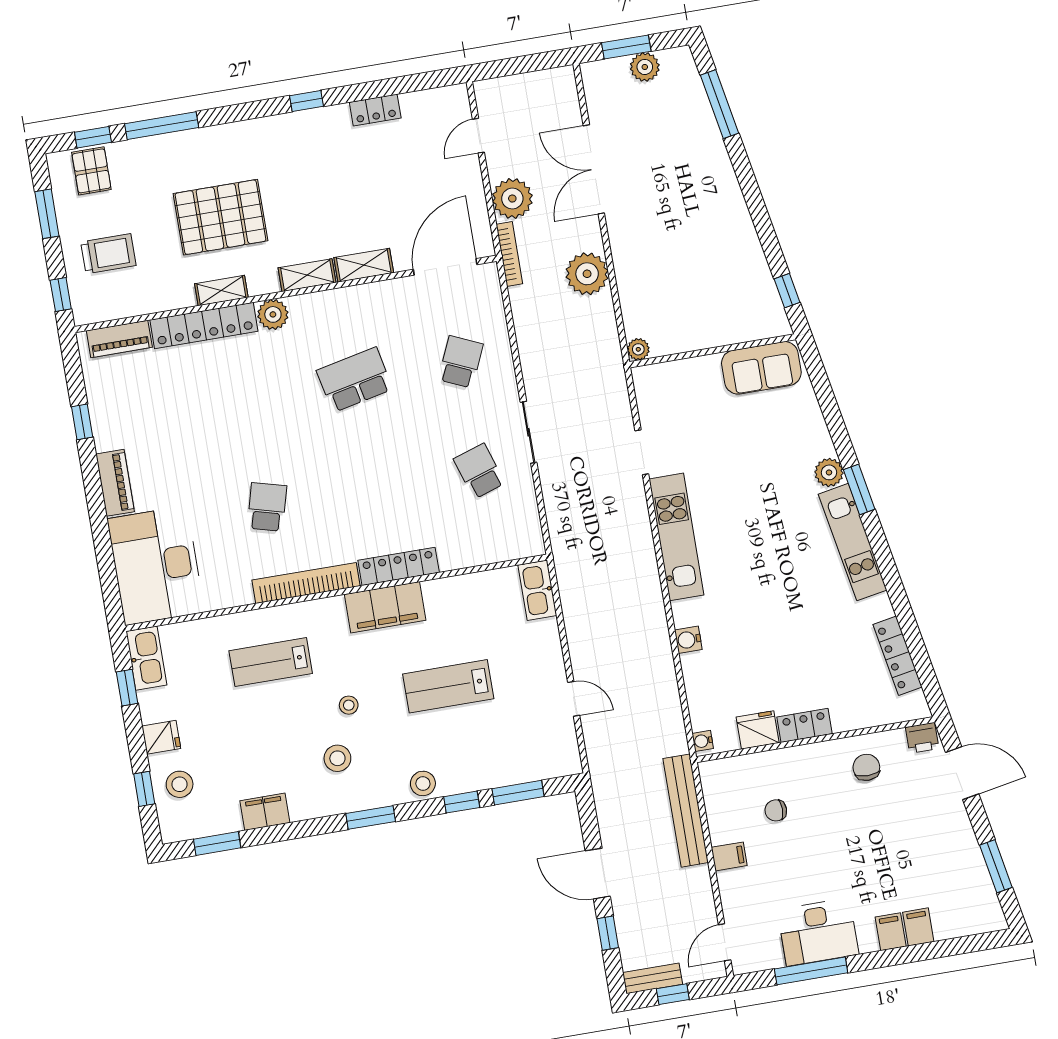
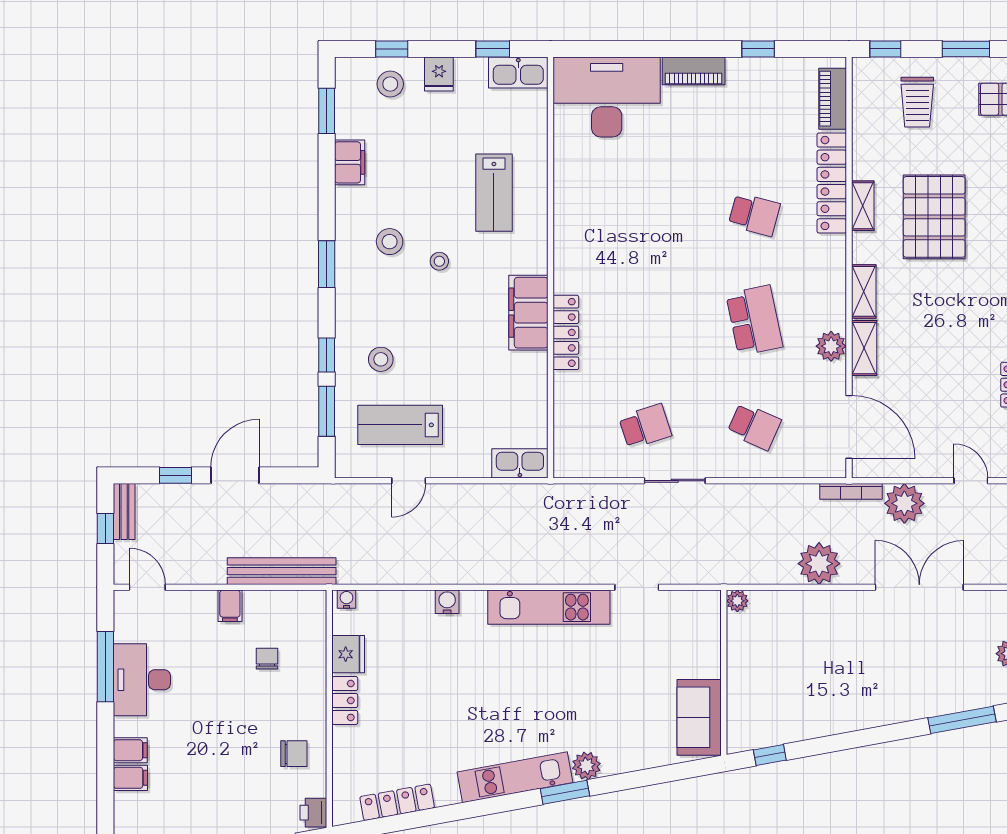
plant: (273, 314) -> (831, 346), moved
school desk: (267, 507) -> (754, 215), moved
bookcase: (306, 583) -> (565, 240), removed
lab bench: (271, 662) -> (494, 193), turned 180
lab bench: (448, 686) -> (400, 425), moved, turned -90
stool: (423, 783) -> (381, 359), moved

